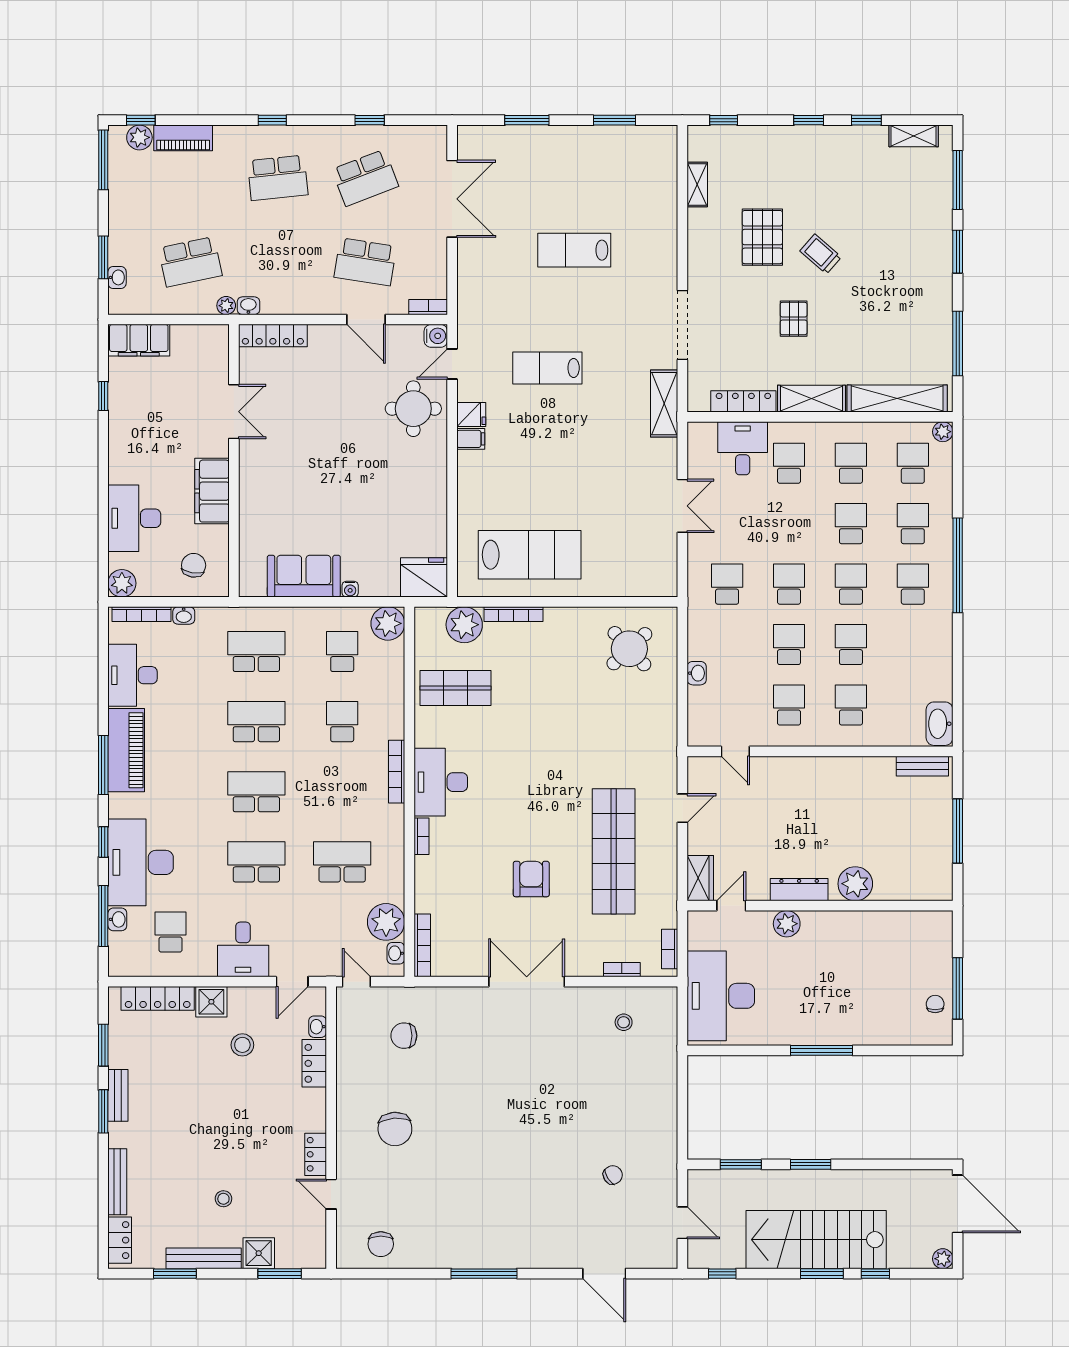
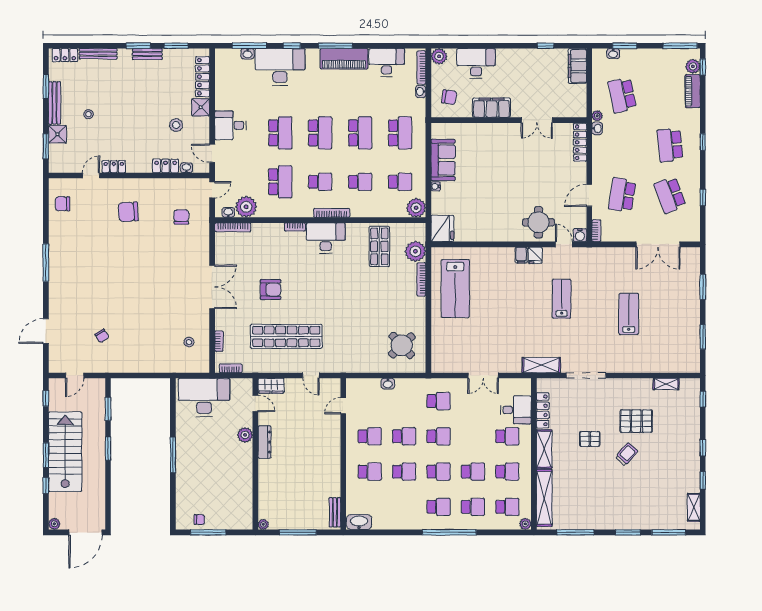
plant: (855, 884) -> (263, 524), moved, width x0.53, depth x0.53
school desk: (170, 932) -> (320, 182), moved

